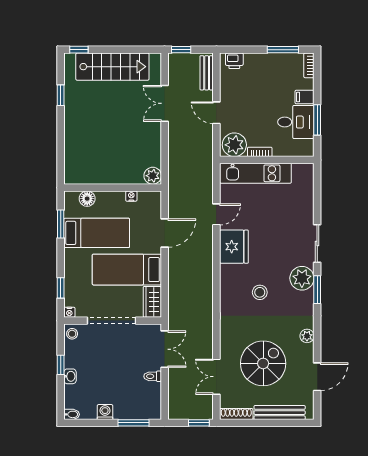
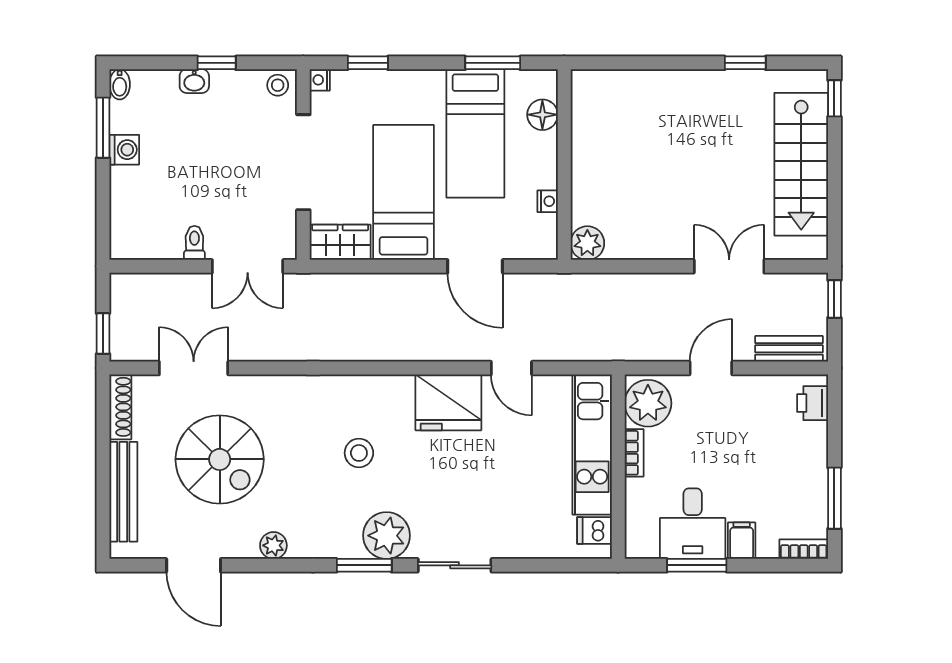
dishwasher: (299, 172) -> (595, 531), added
window: (134, 423) -> (103, 128), moved

